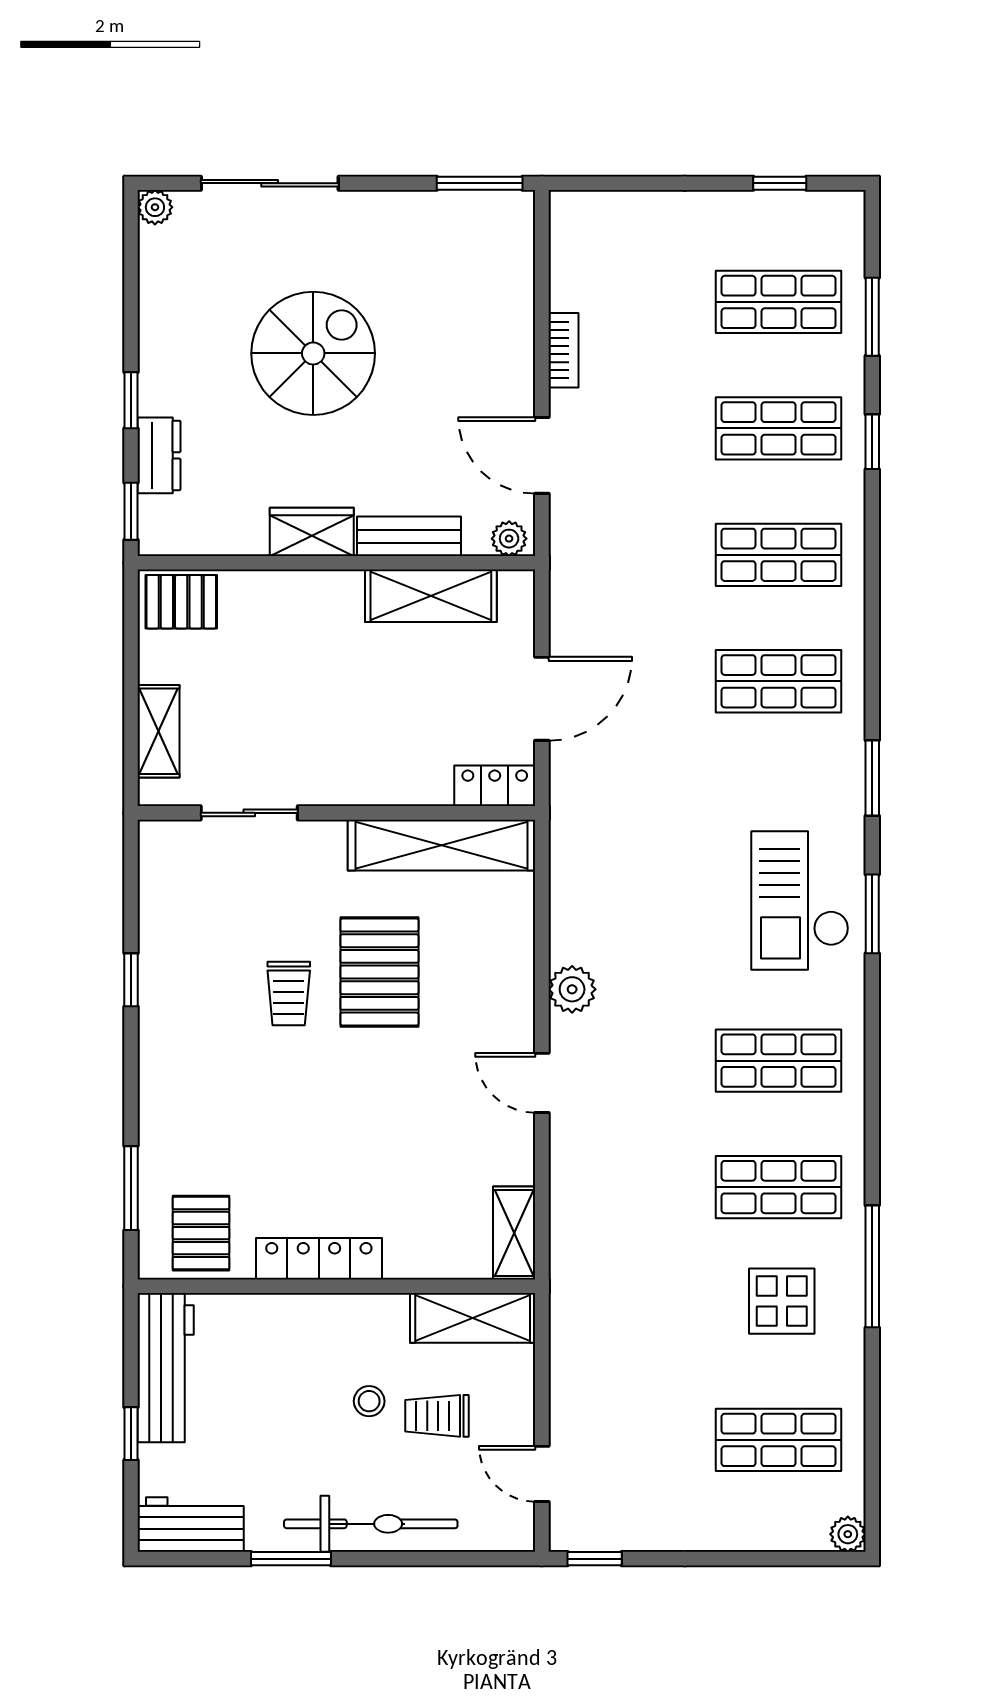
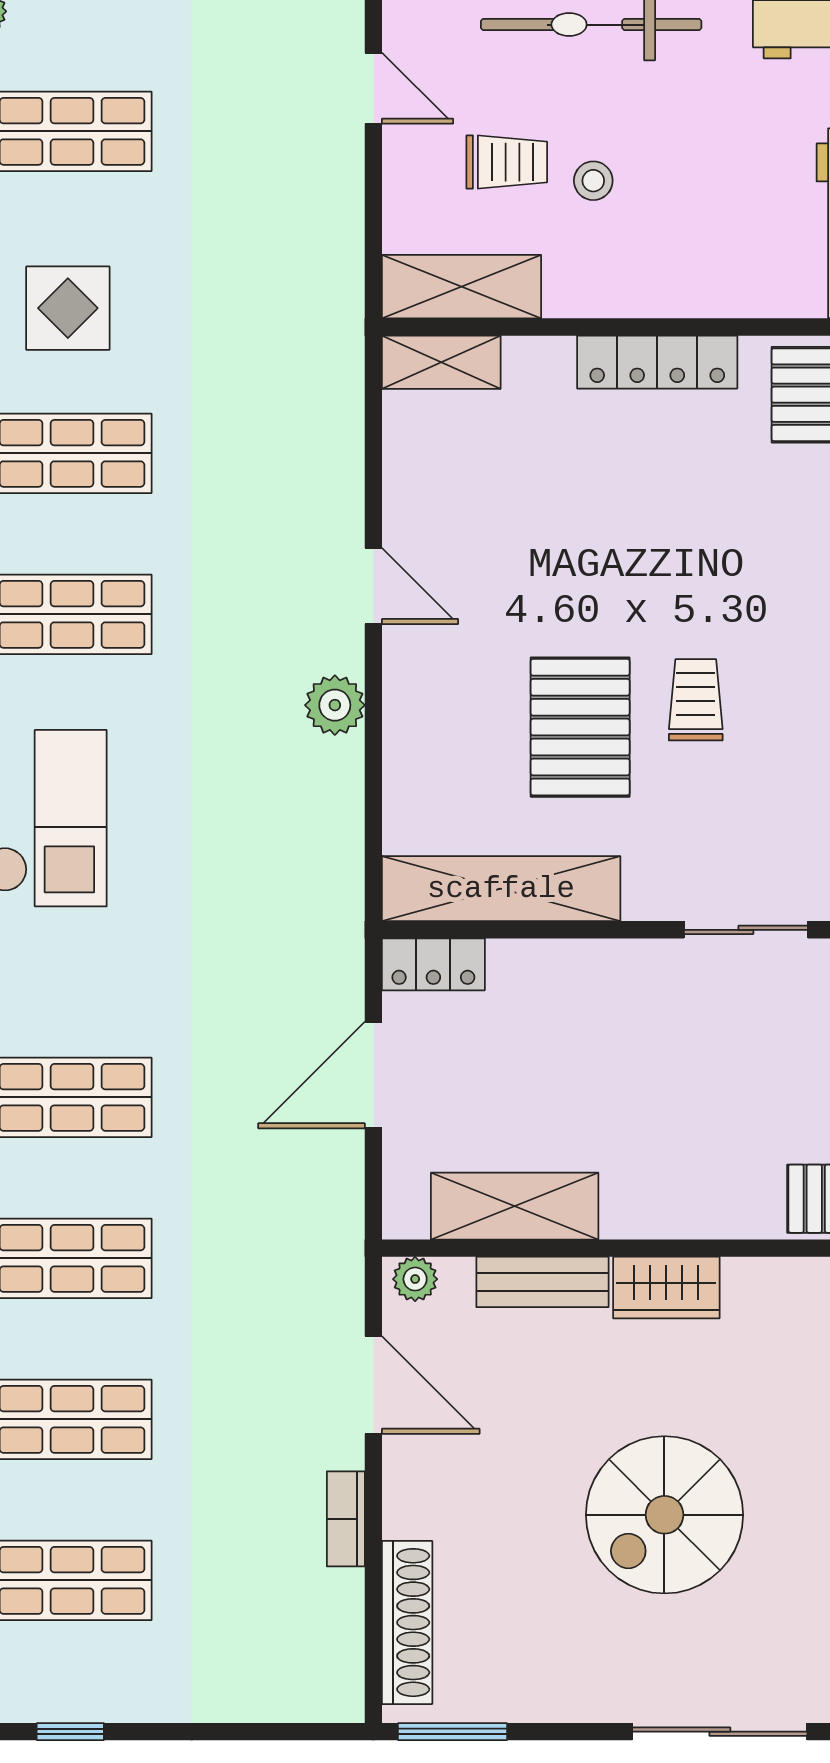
shoe rack: (515, 269) -> (407, 1623), added
shelving: (514, 1233) -> (441, 362), moved, turned 90

